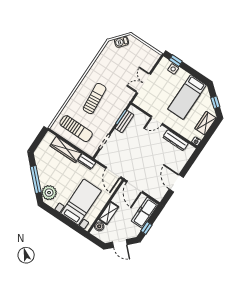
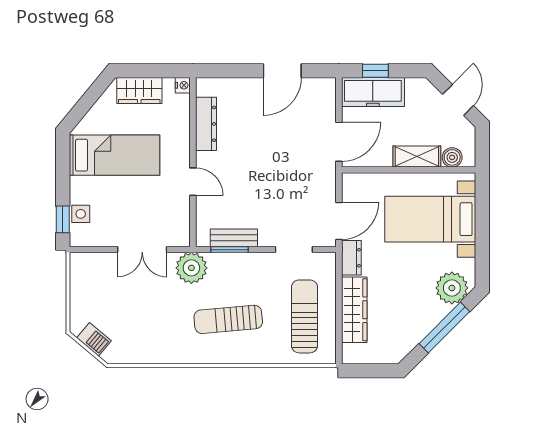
plant: (124, 98) -> (191, 268), added
window: (215, 102) -> (90, 98), removed
door: (113, 173) -> (339, 221), moved
window: (146, 228) -> (375, 71), moved

